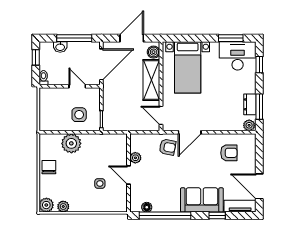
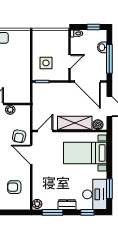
dresser: (250, 104) -> (67, 205), moved
plant: (71, 143) -> (22, 57), removed
armchair: (229, 153) -> (14, 187), turned 90

